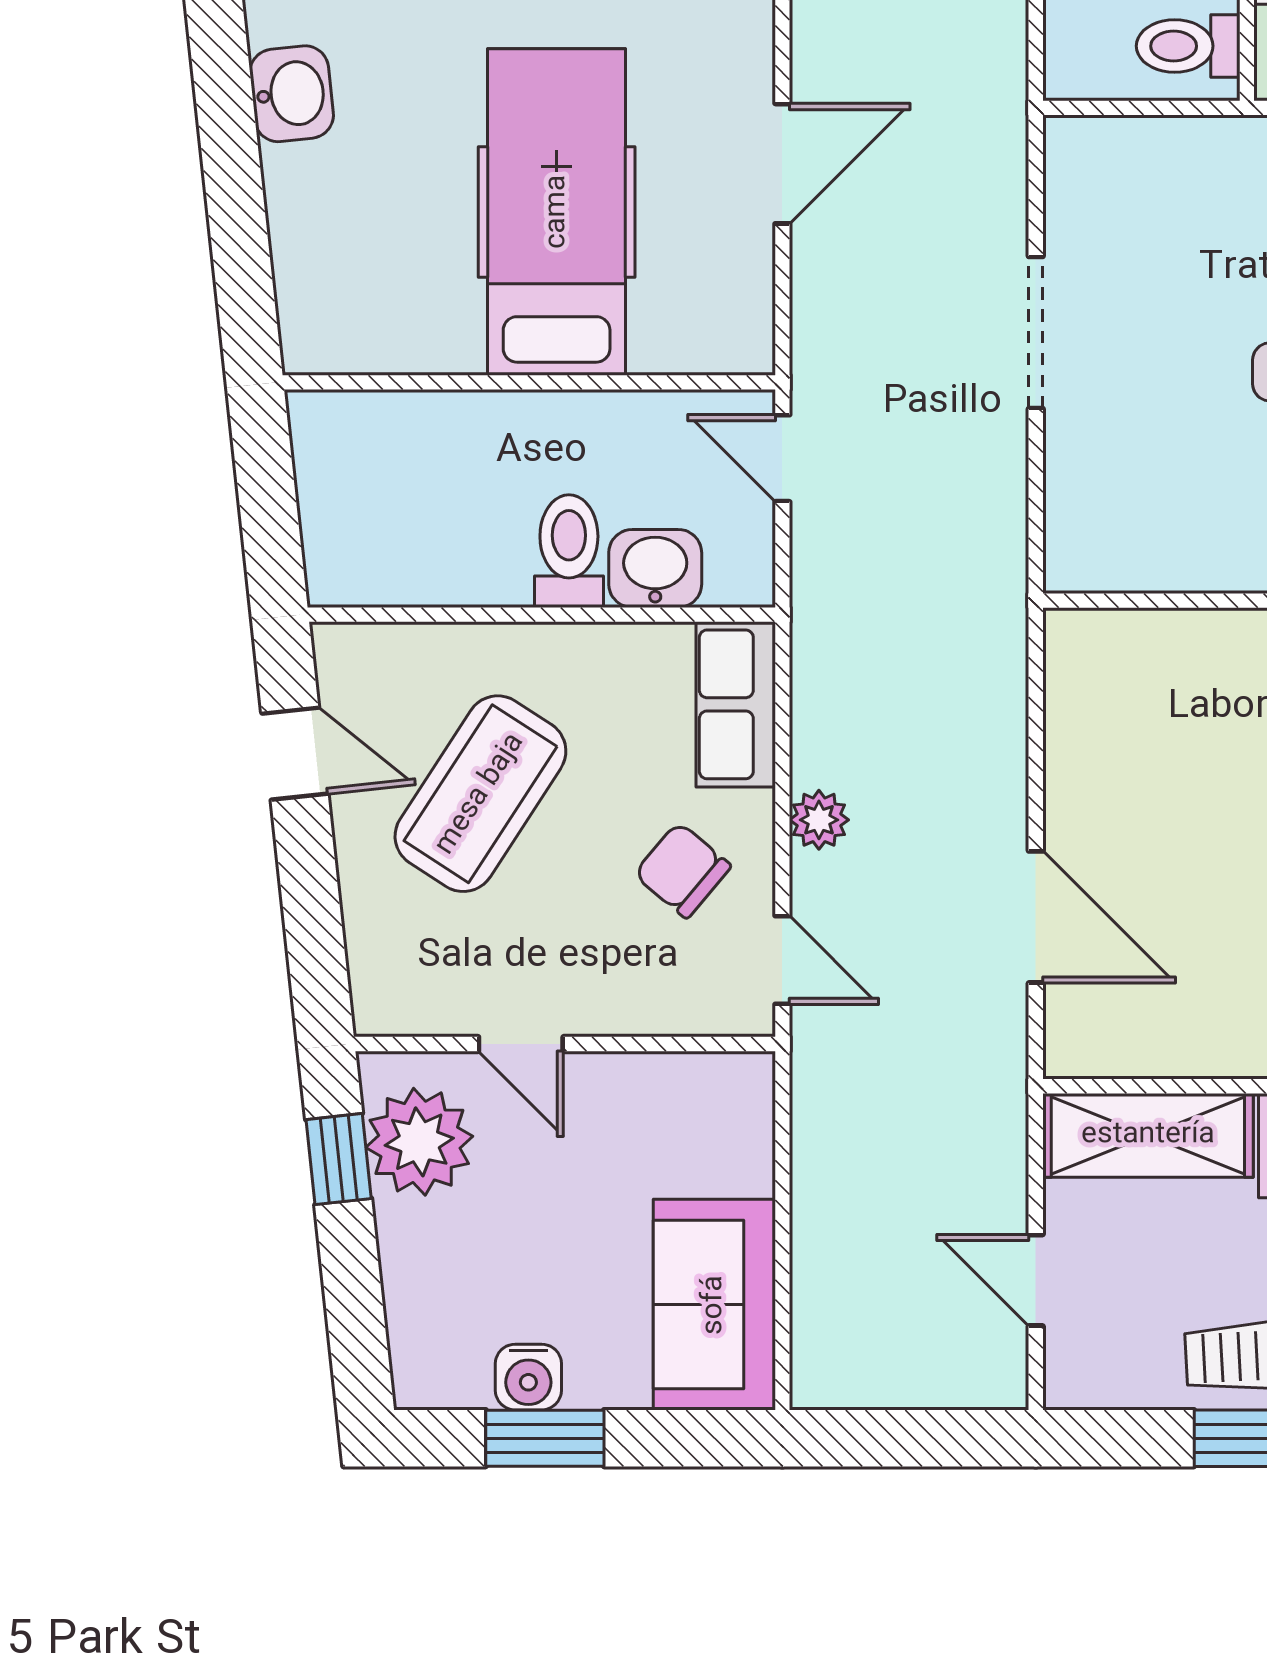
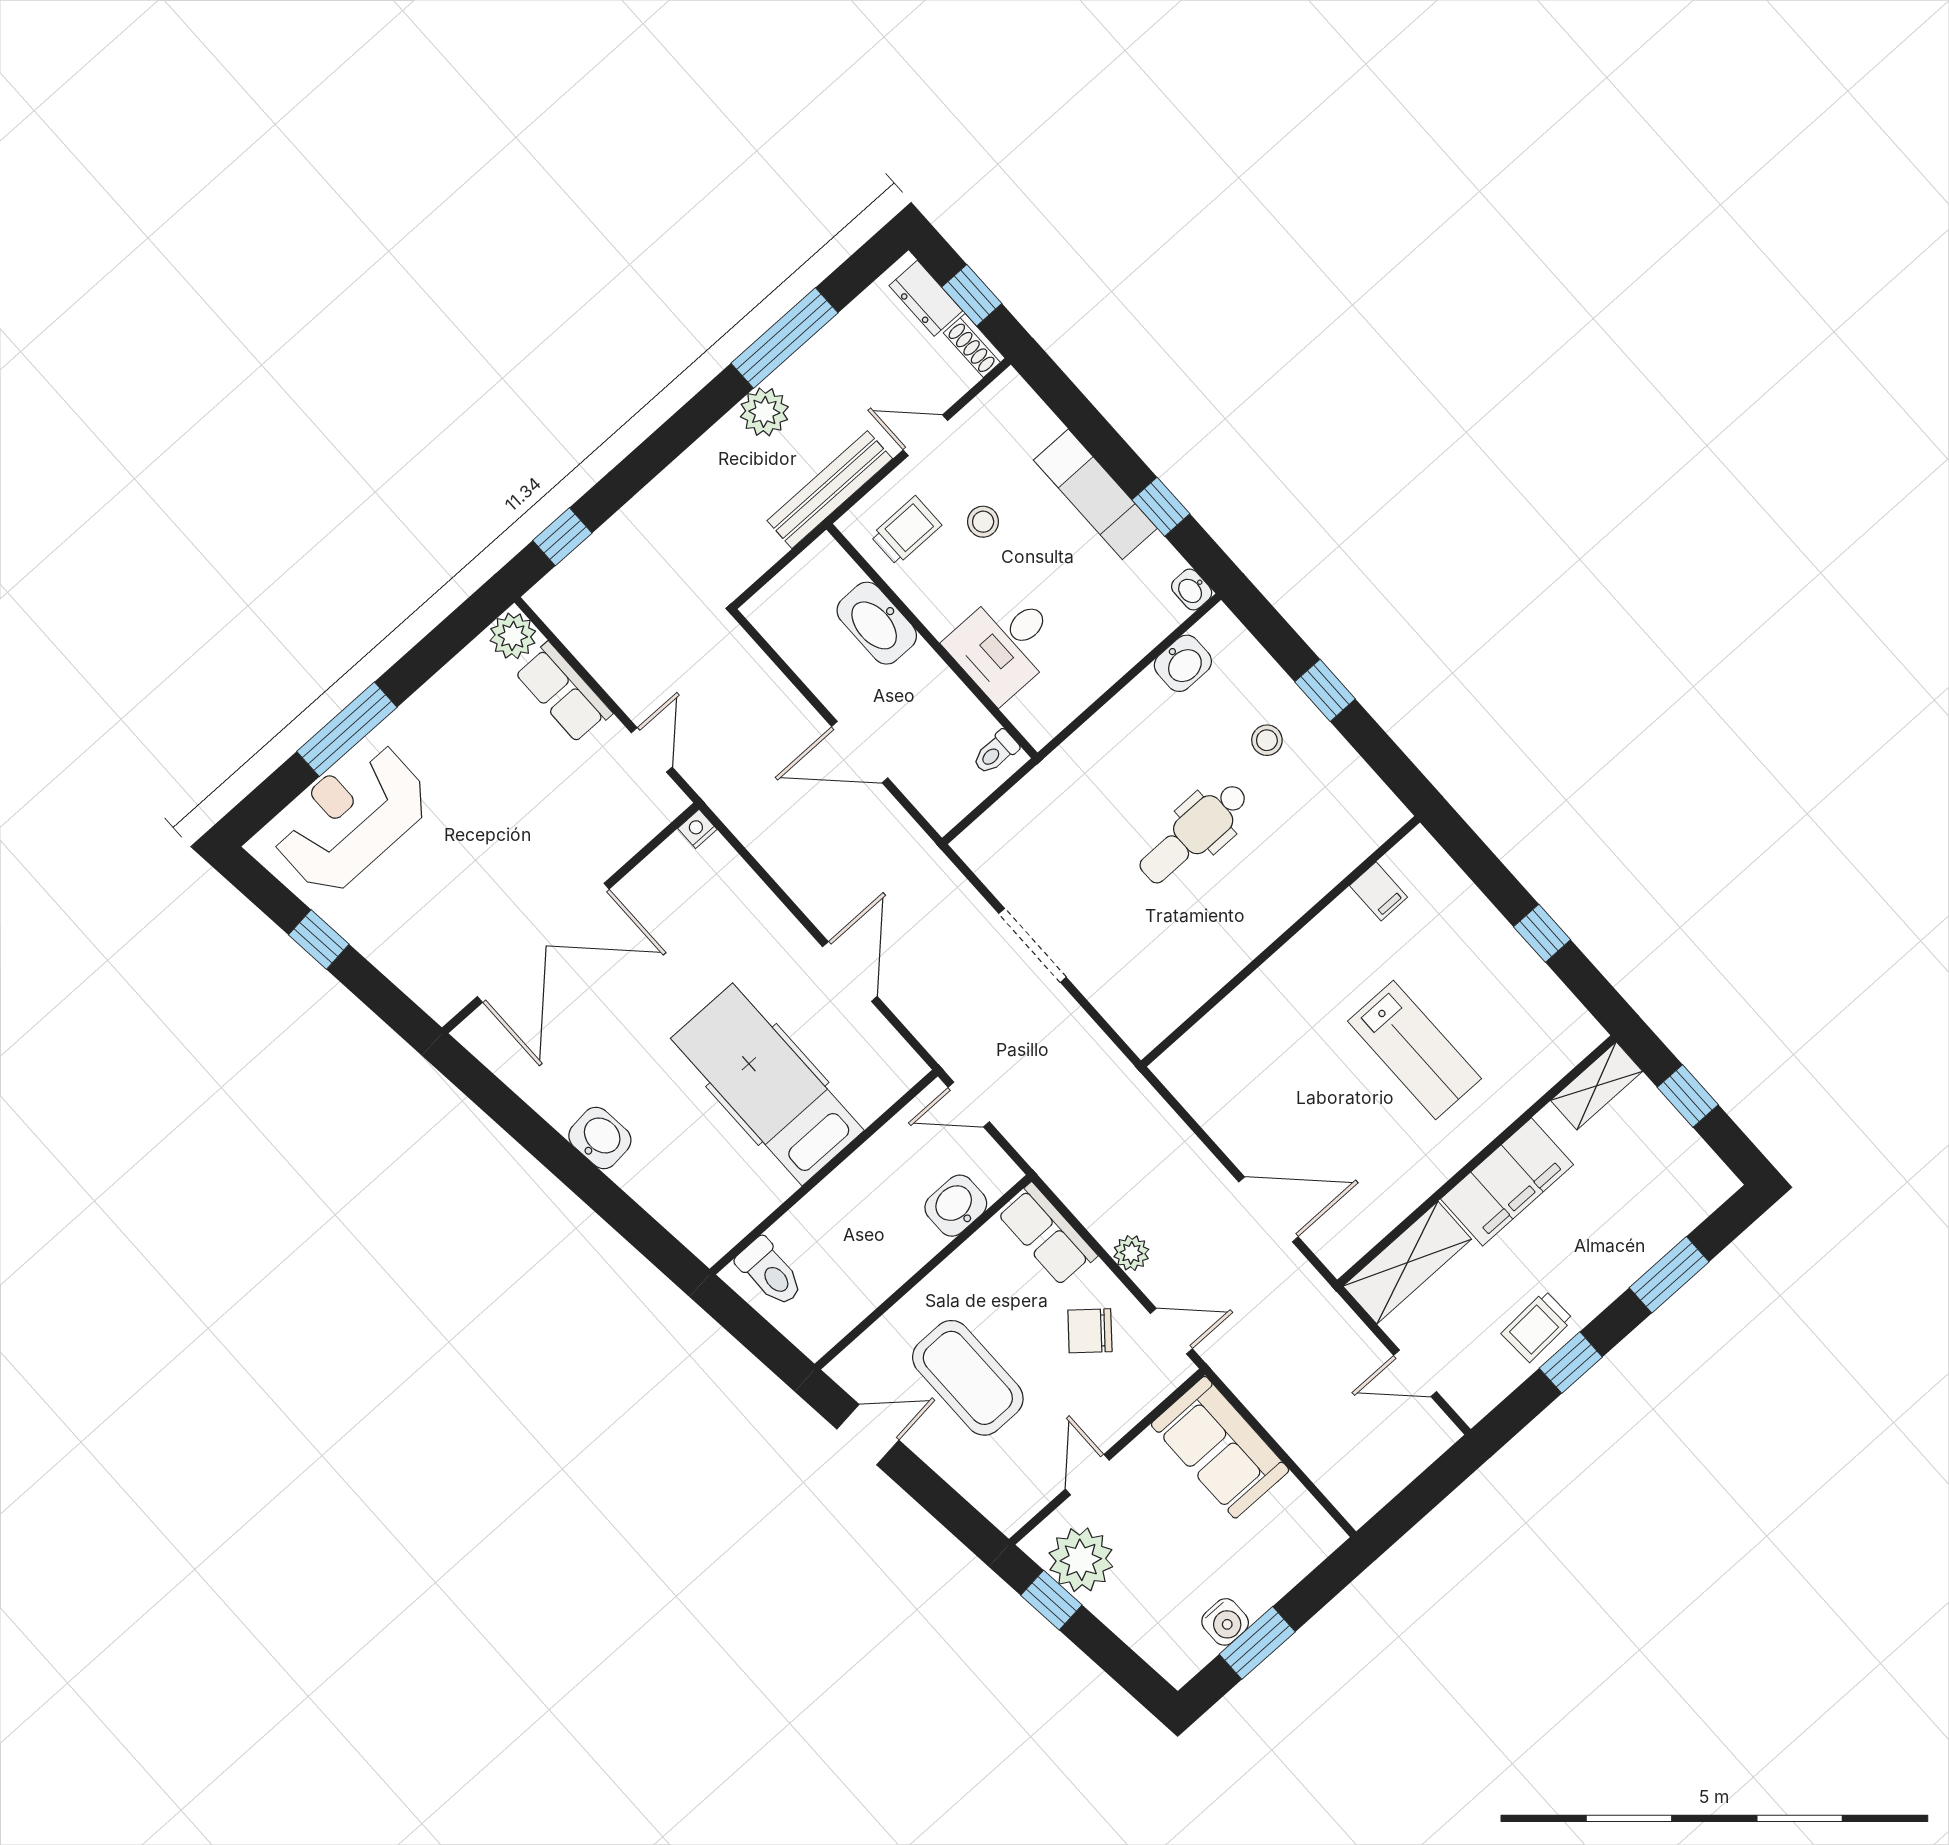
toilet: (1188, 46) -> (996, 752), width x0.73, depth x0.72
toilet: (569, 551) -> (770, 1272), moved, turned 180
coffee table: (480, 794) -> (968, 1378), turned -33
door: (521, 1044) -> (1087, 1475), swing flipped
sofa: (714, 1305) -> (1220, 1447), moved

